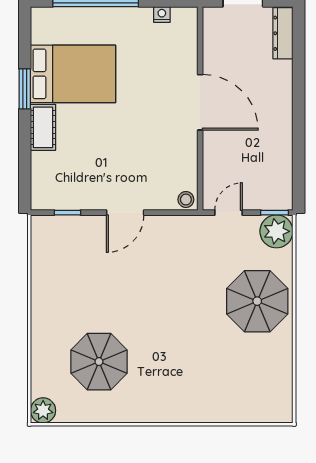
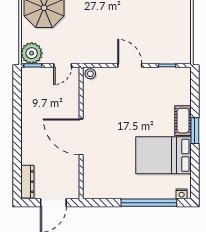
nightstand: (162, 14) -> (182, 194), moved
window: (25, 89) -> (195, 131), moved
door: (125, 213) -> (130, 65), hinge flipped

